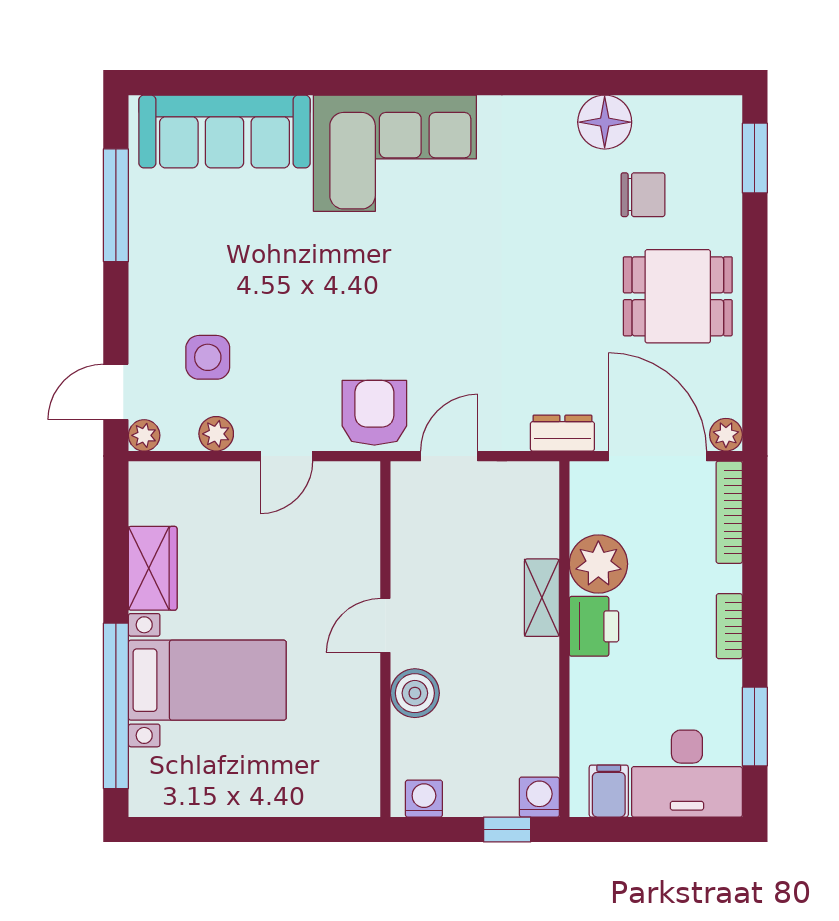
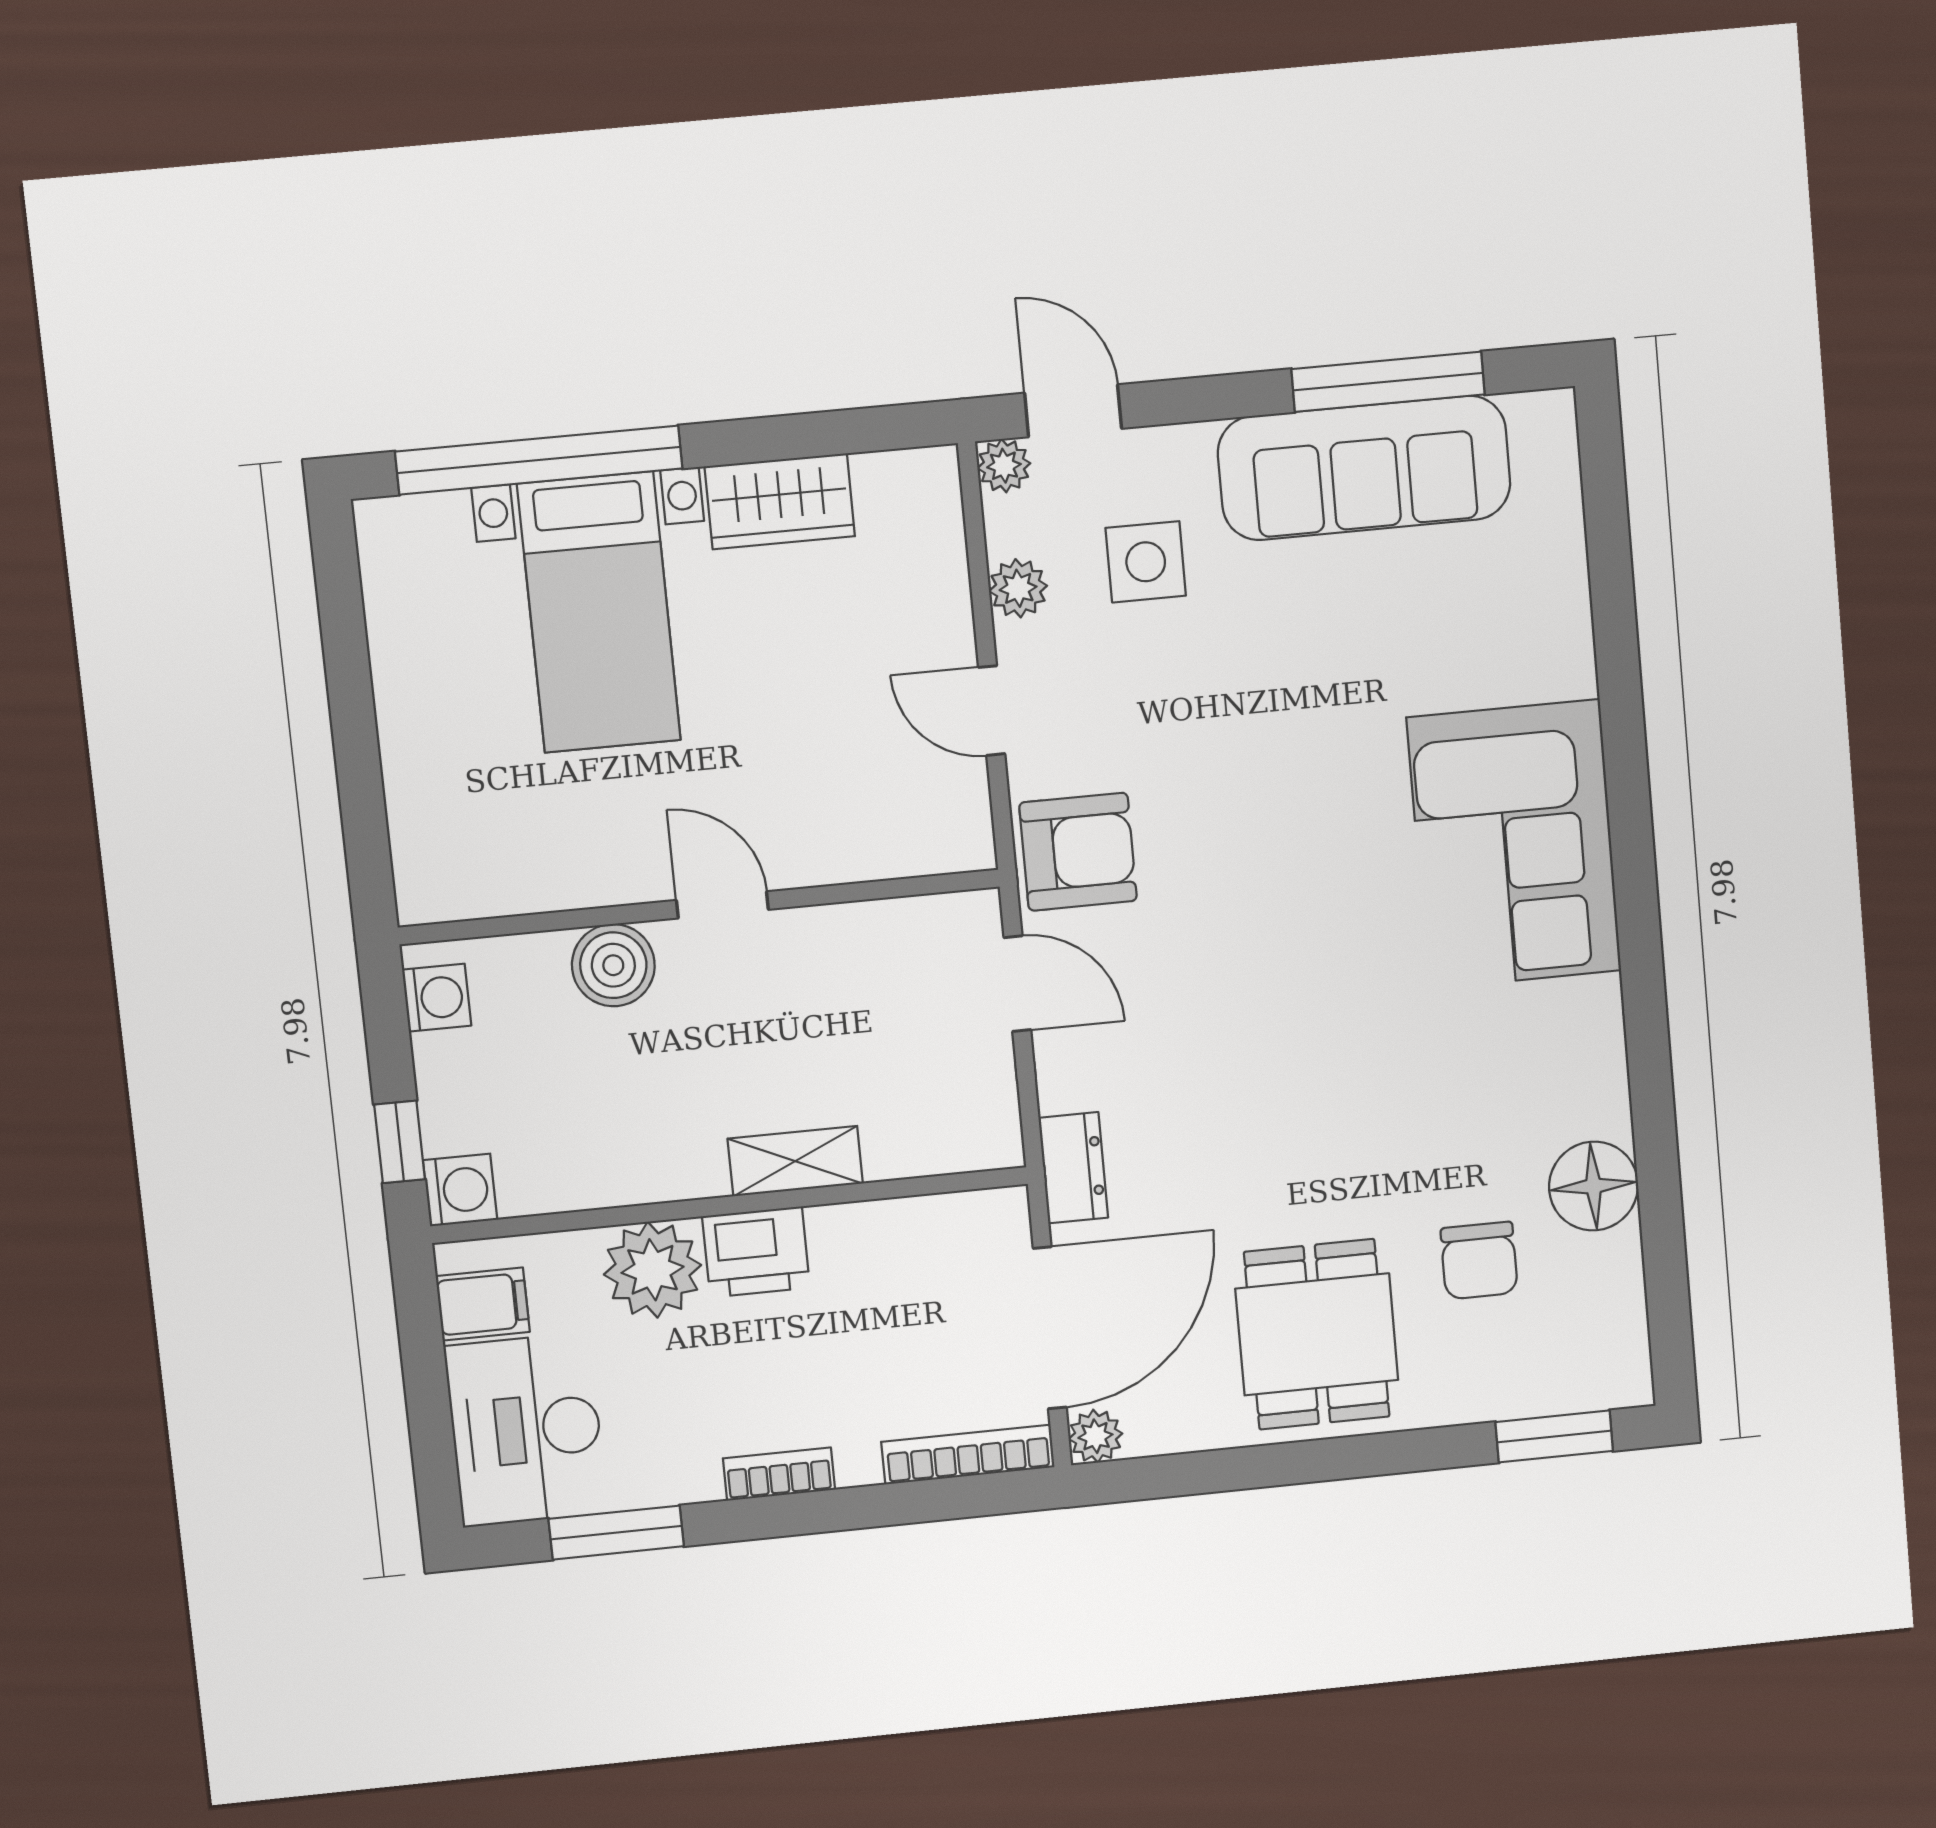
sofa: (225, 131) -> (1364, 468), moved, turned -90
plant: (598, 564) -> (653, 1270), moved

